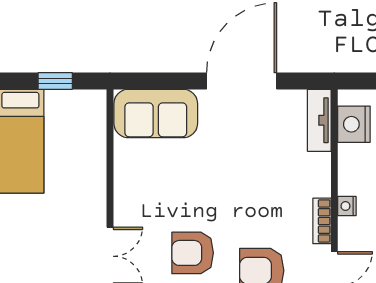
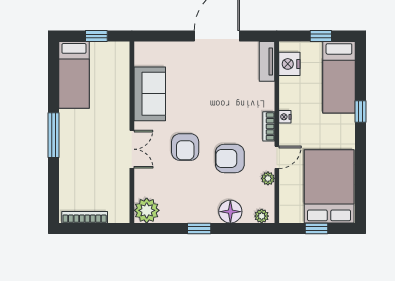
sofa: (156, 113) -> (150, 94), moved, turned -90
armchair: (193, 253) -> (185, 147), turned -90

